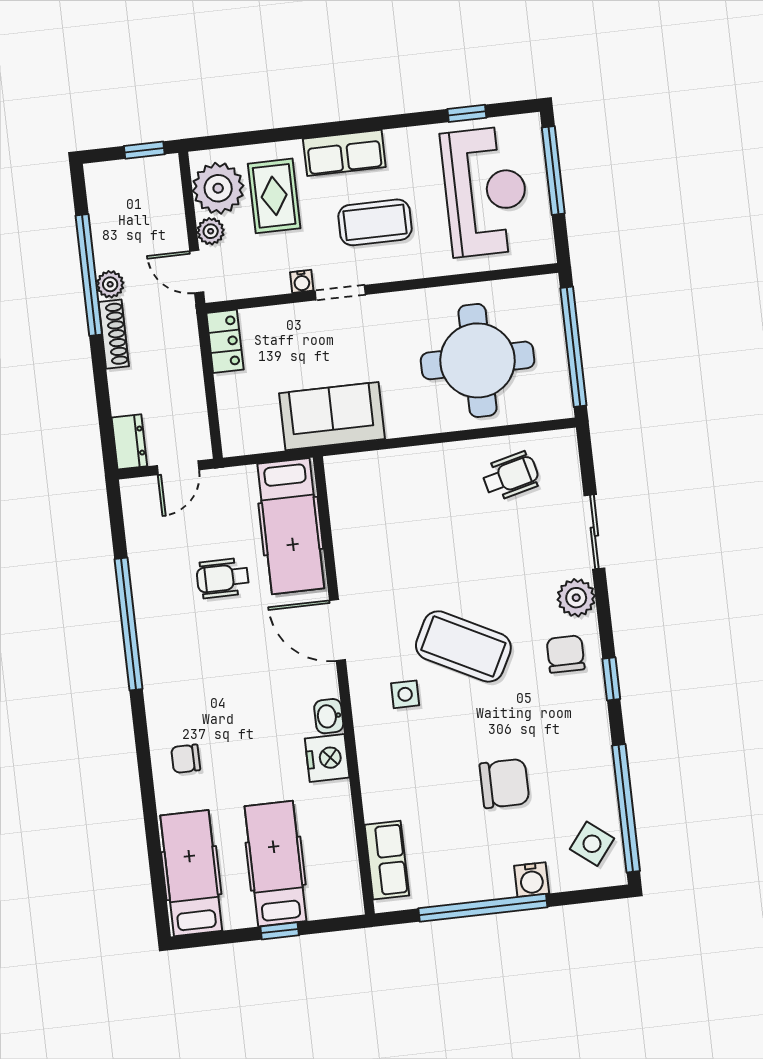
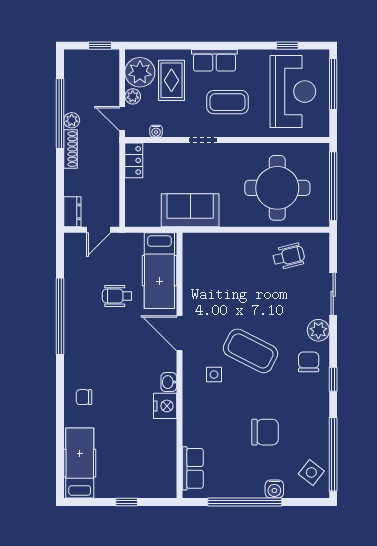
water cooler: (302, 281) -> (156, 131), moved
hospital bed: (276, 864) -> (129, 463), removed

